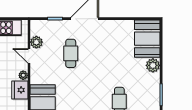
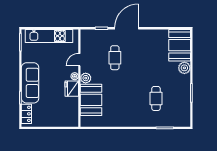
plant: (36, 42) -> (86, 78), moved
door: (29, 56) -> (79, 60), hinge flipped

